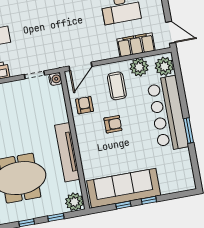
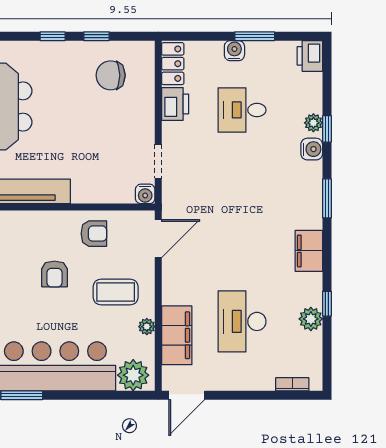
door: (80, 66) -> (158, 239), swing flipped
plant: (139, 67) -> (147, 327), width x0.53, depth x0.53

